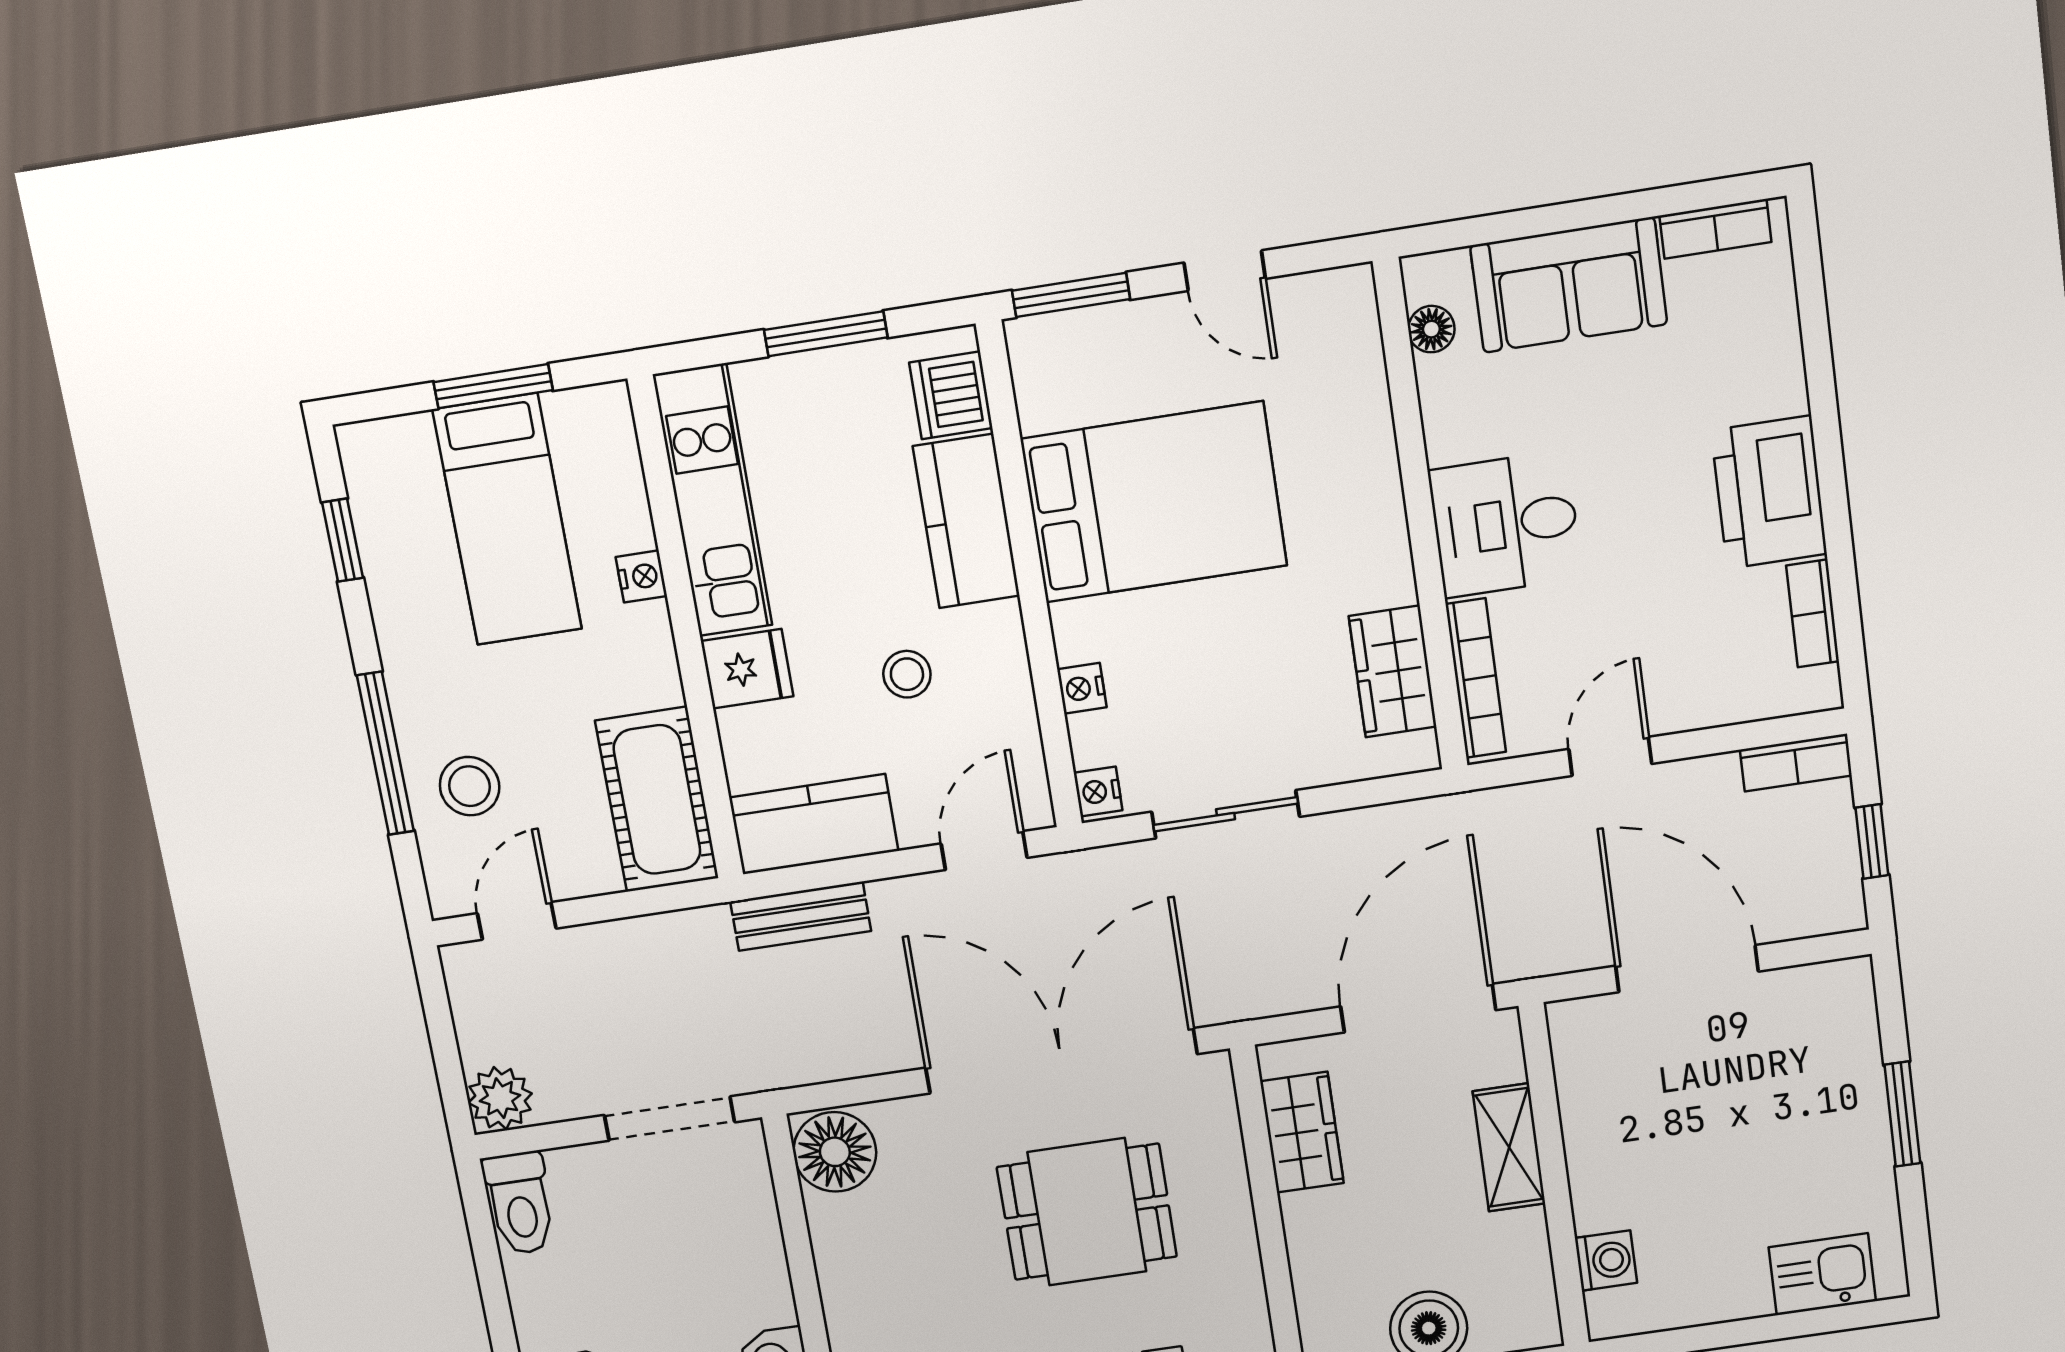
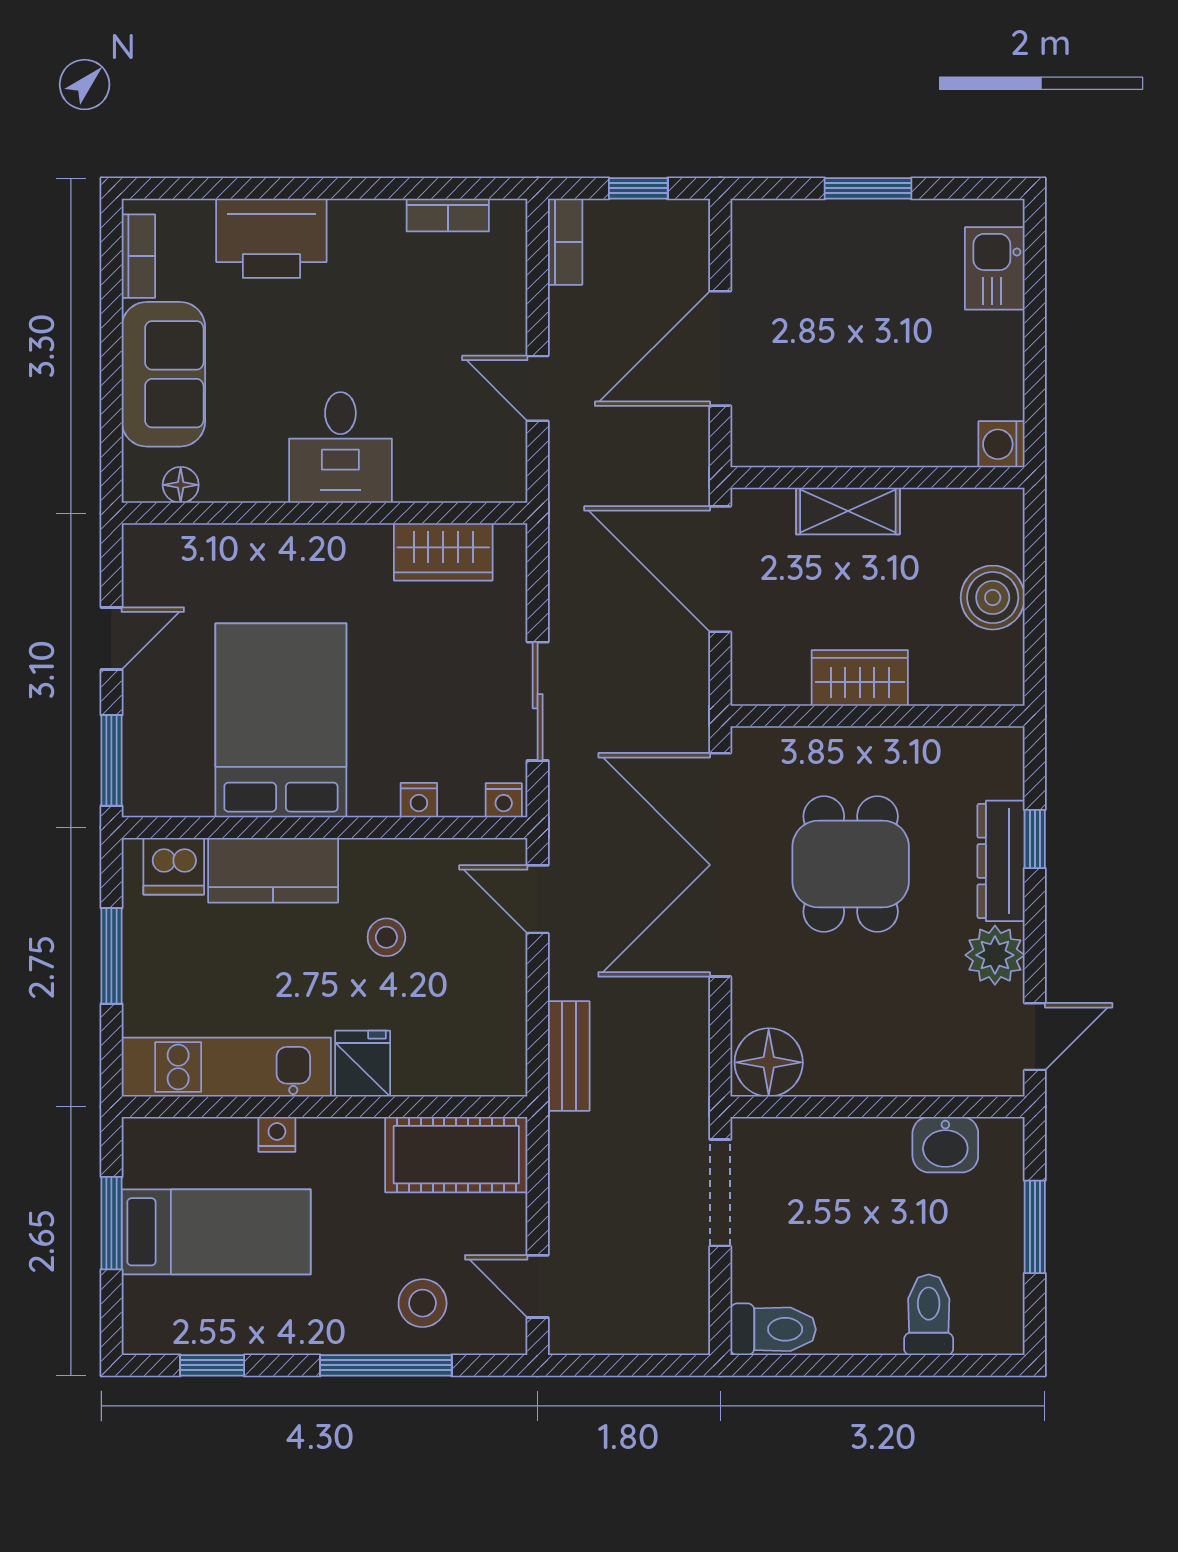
printer: (1769, 492) -> (271, 238), moved
bookcase: (1476, 678) -> (459, 487), removed
kitchen counter: (814, 824) -> (495, 1032), removed
plant: (500, 1098) -> (682, 1328), removed
wardrobe: (1302, 1132) -> (860, 678), moved
washing machine: (1606, 1260) -> (1002, 444), moved, turned -90

